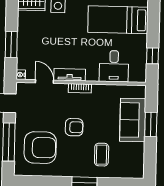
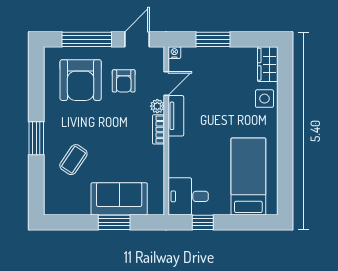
desk: (114, 66) -> (188, 196), moved
plant: (62, 89) -> (157, 106), added
armchair: (74, 127) -> (124, 81), moved
coffee table: (102, 155) -> (73, 160), turned -56

